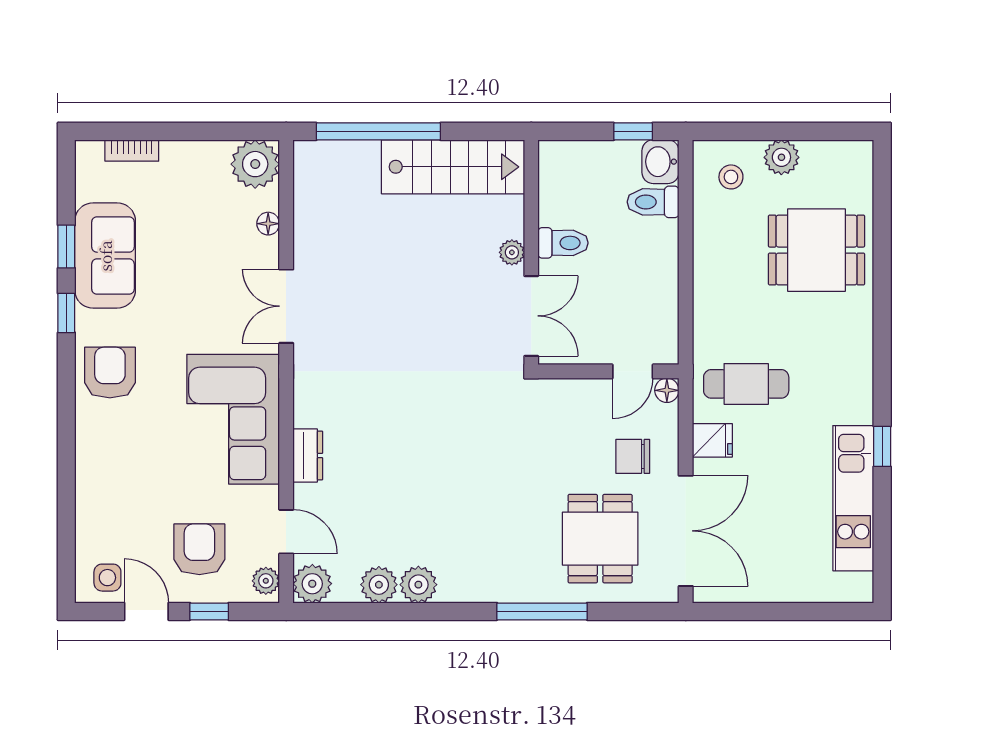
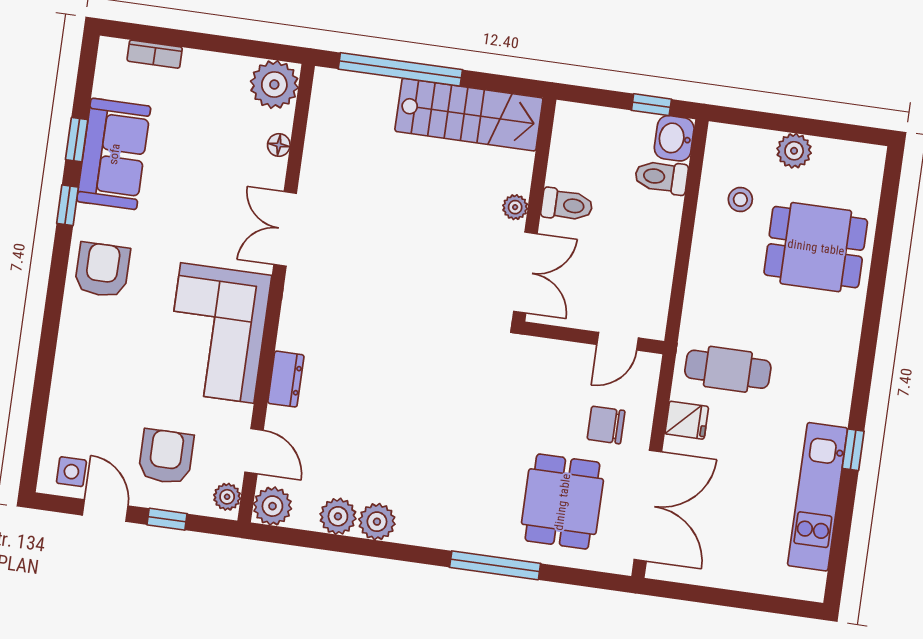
stool: (731, 177) -> (740, 200), moved
floor lamp: (667, 390) -> (649, 365), removed

